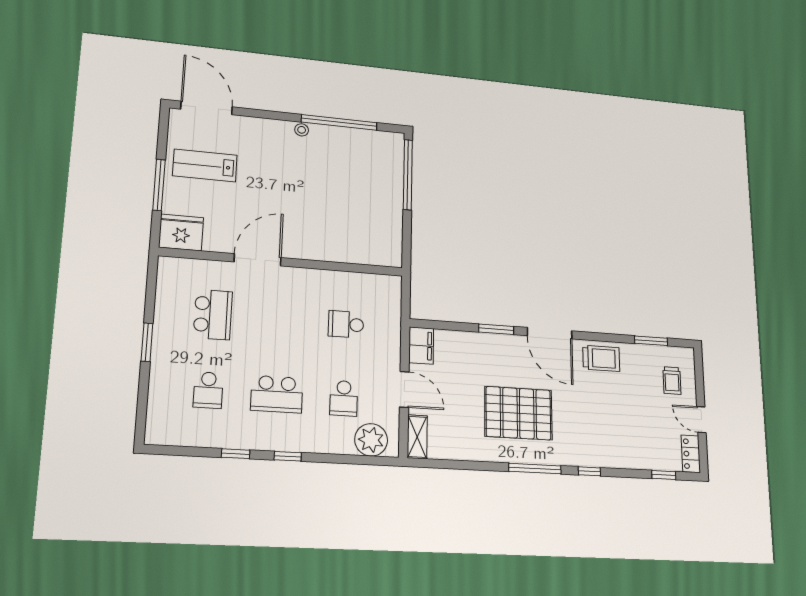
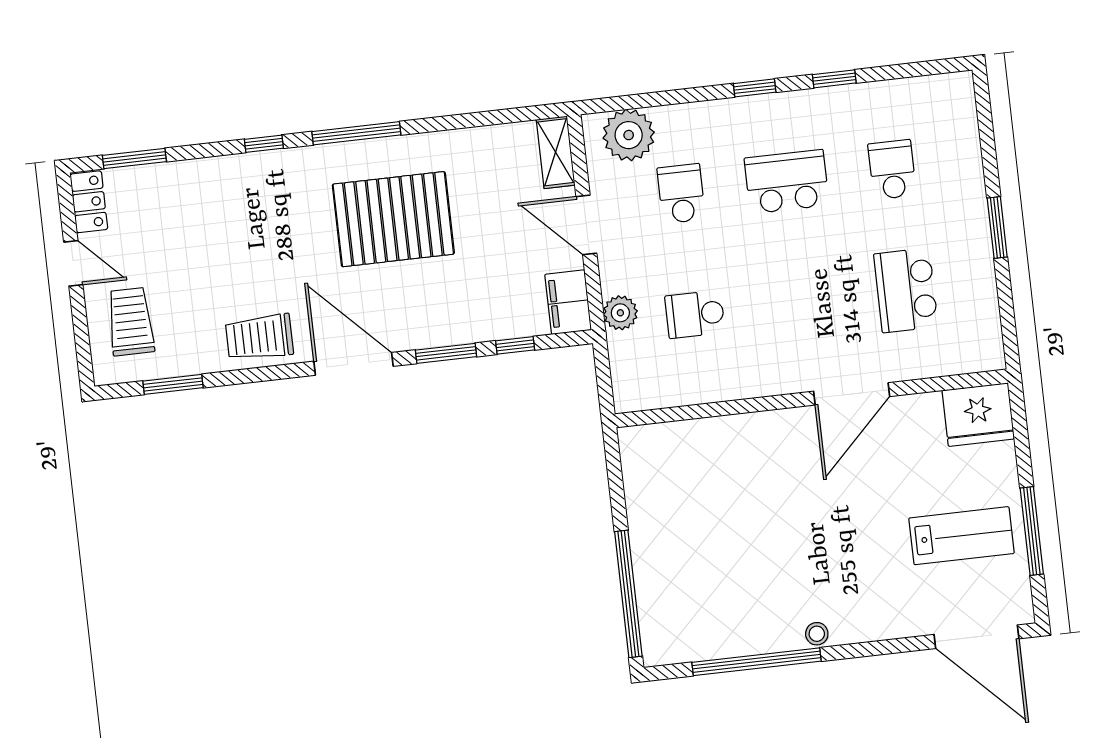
window: (159, 185) -> (1032, 531), moved
school desk: (346, 324) -> (695, 314), turned 180
window: (455, 326) -> (515, 345), added
plant: (391, 334) -> (620, 313), added
trolley: (672, 381) -> (131, 322), width x1.36, depth x1.39
window: (664, 475) -> (134, 158), width x1.50

